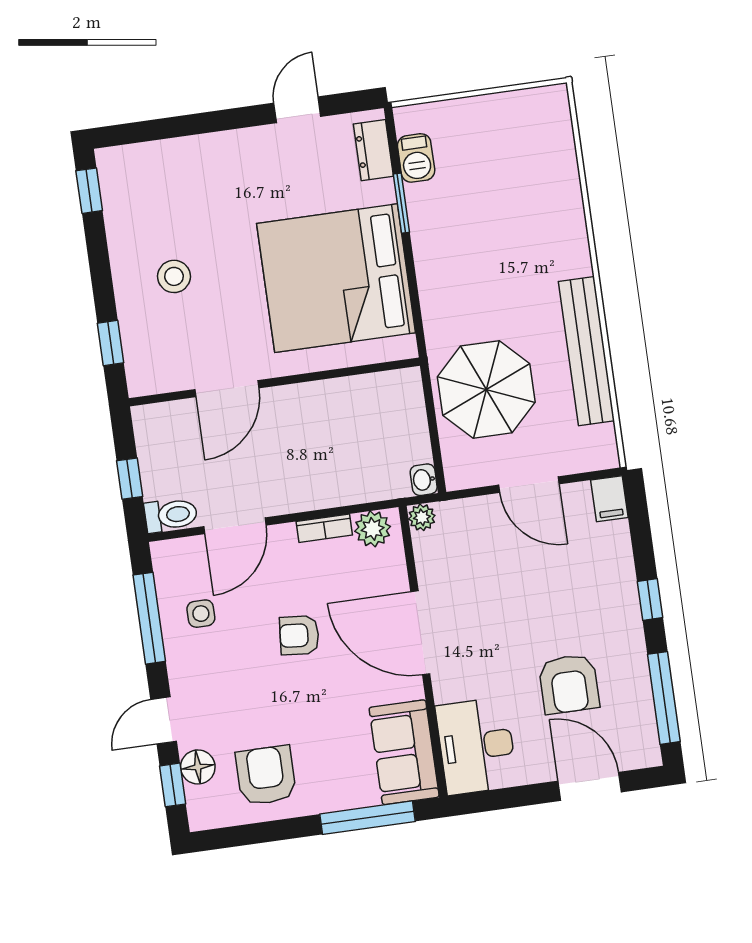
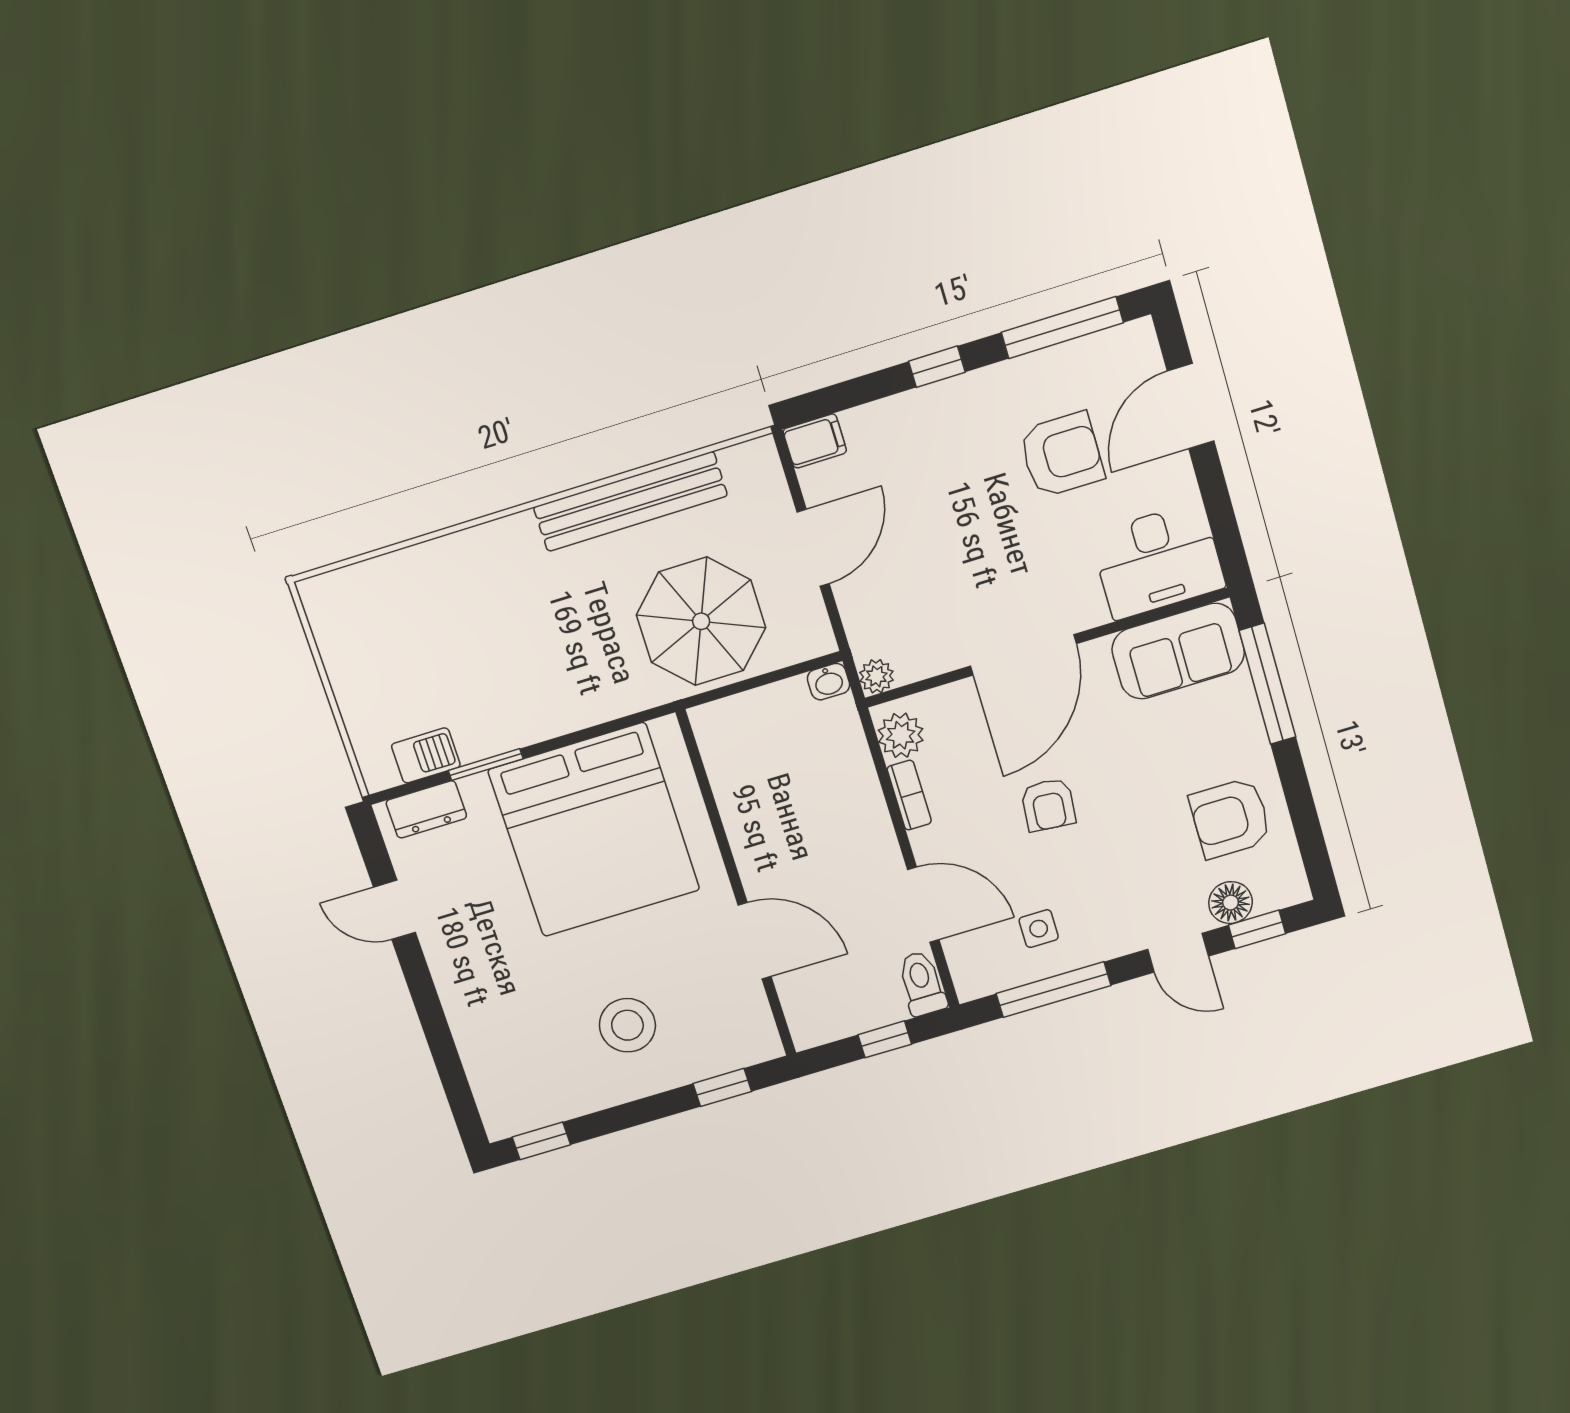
stool: (174, 276) -> (627, 1025), width x1.38, depth x1.38

